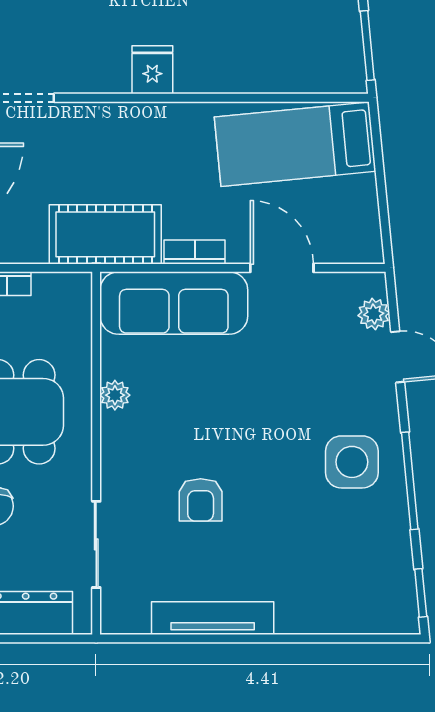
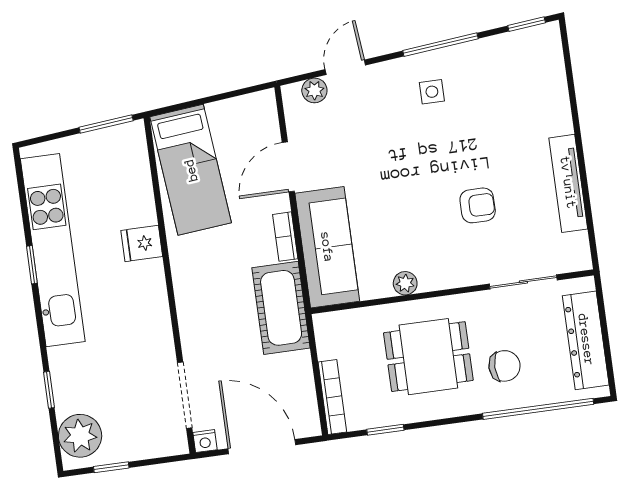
fridge: (152, 70) -> (142, 243), moved
side table: (352, 462) -> (432, 92), width x0.54, depth x0.54

